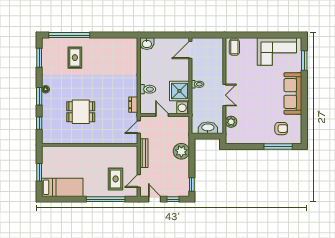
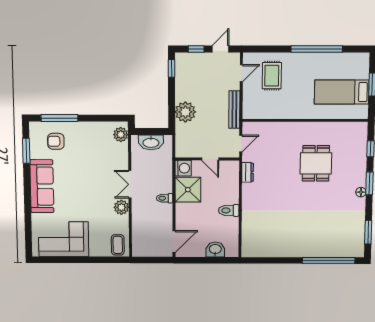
washbasin: (147, 44) -> (215, 249), moved
rug: (75, 58) -> (322, 232), removed
window: (304, 60) -> (26, 151), moved
plant: (231, 77) -> (121, 207), added
toilet: (148, 89) -> (229, 210), moved
dining table: (81, 112) -> (316, 163), turned 90
plant: (231, 122) -> (121, 135), moved
bed: (62, 187) -> (342, 92), moved
window: (106, 199) -> (317, 49), moved
door: (155, 199) -> (220, 49), swing flipped

